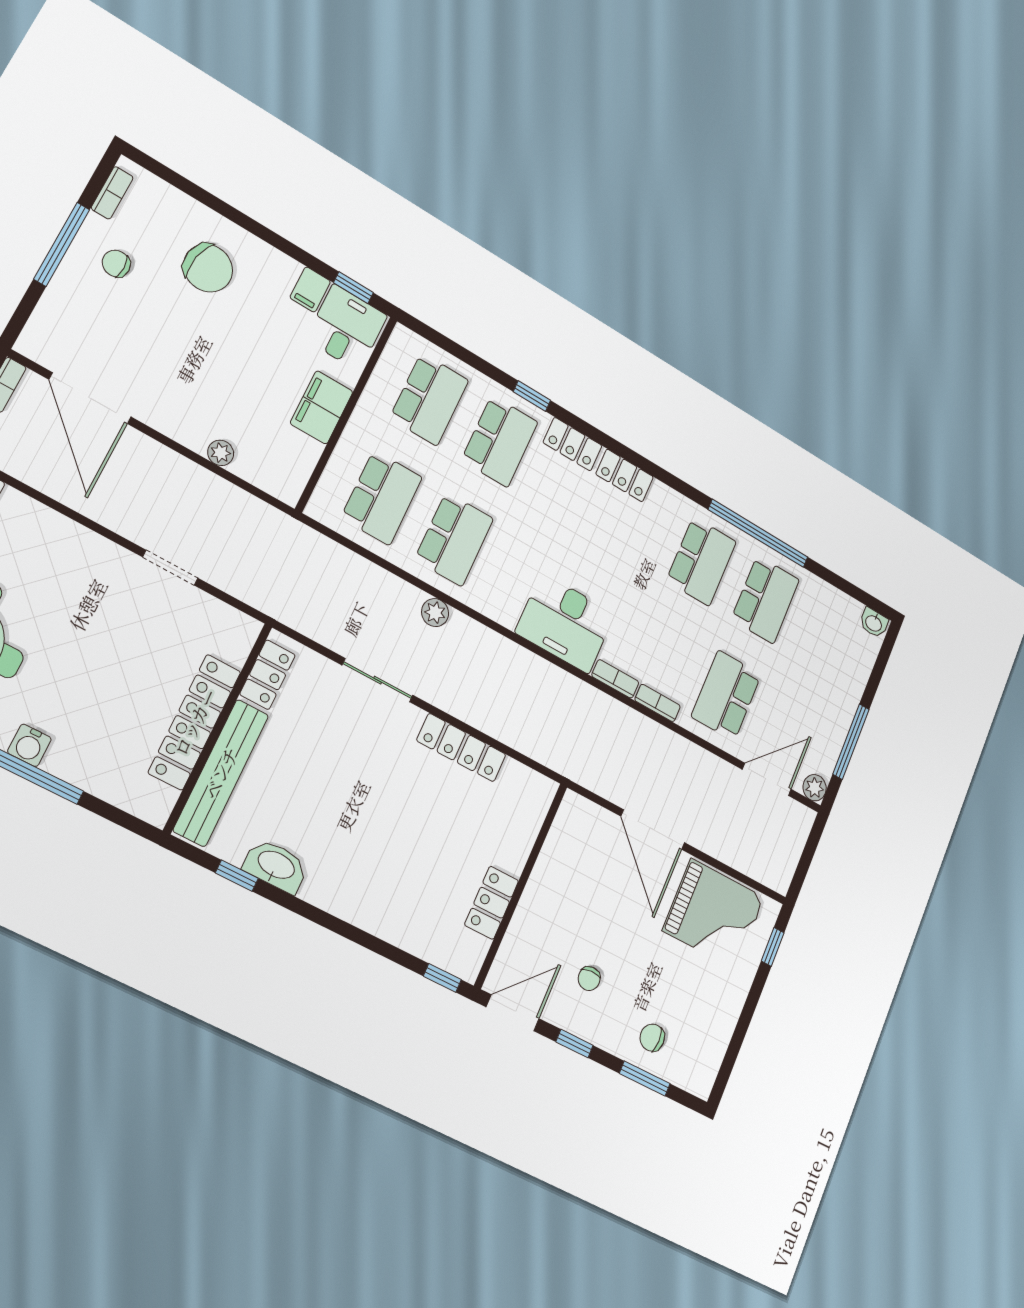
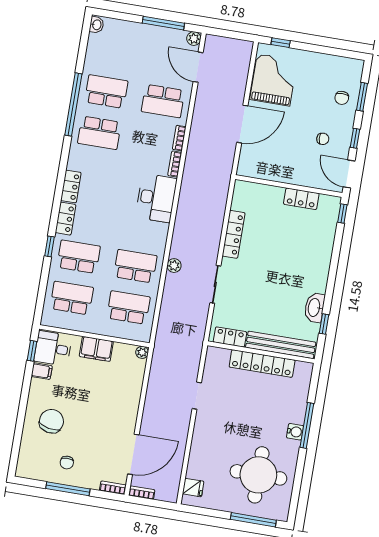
bookcase: (112, 193) -> (113, 488), moved
plant: (221, 453) -> (142, 352), moved
school desk: (701, 561) -> (99, 133), turned 180

